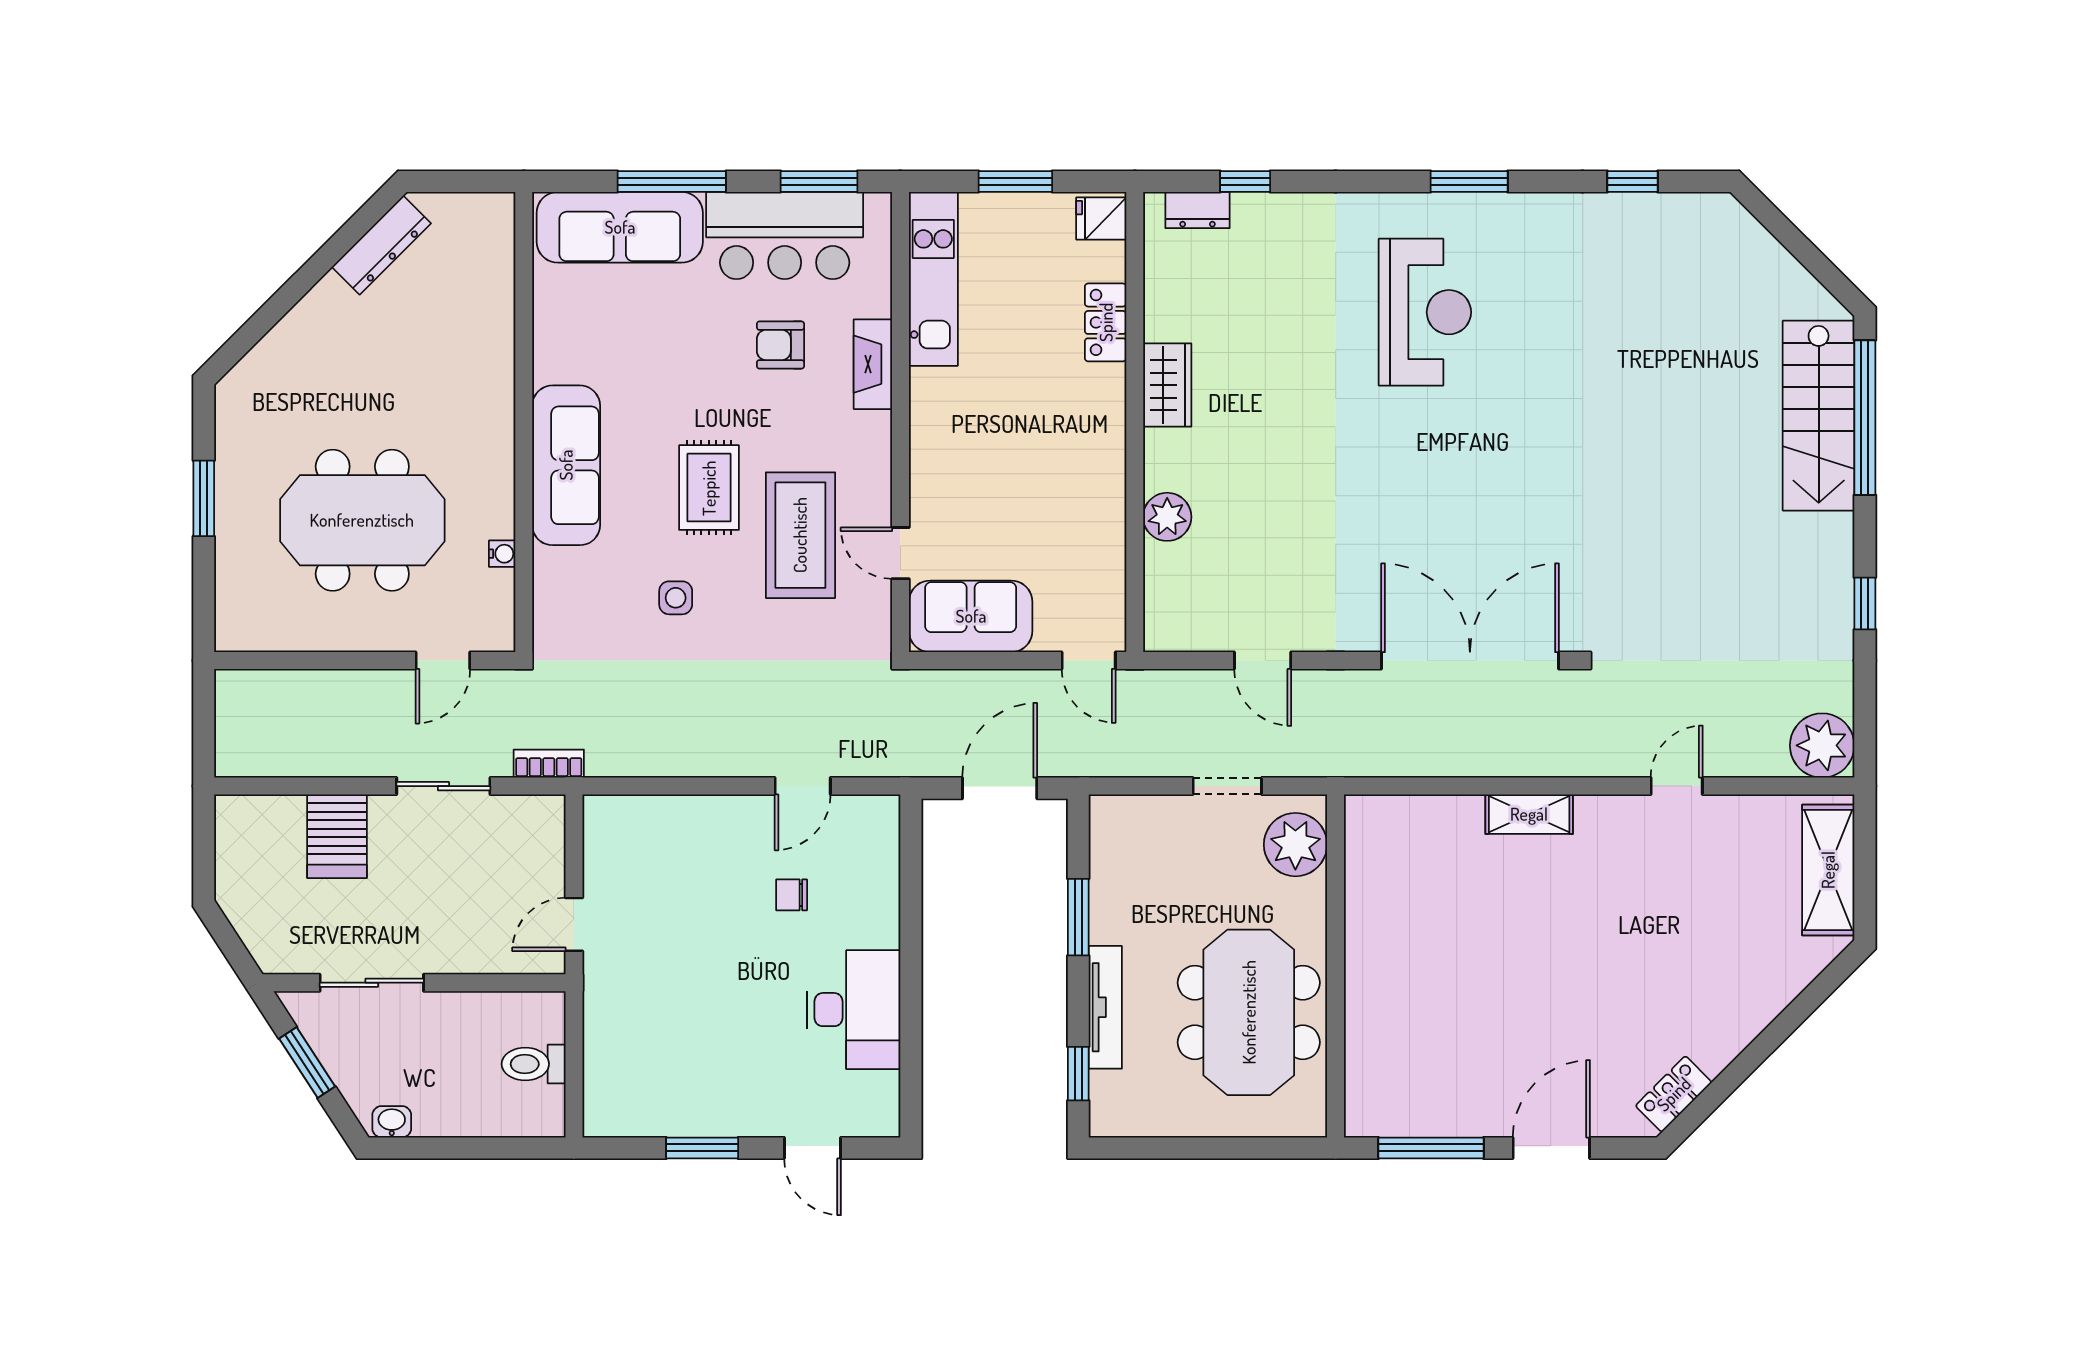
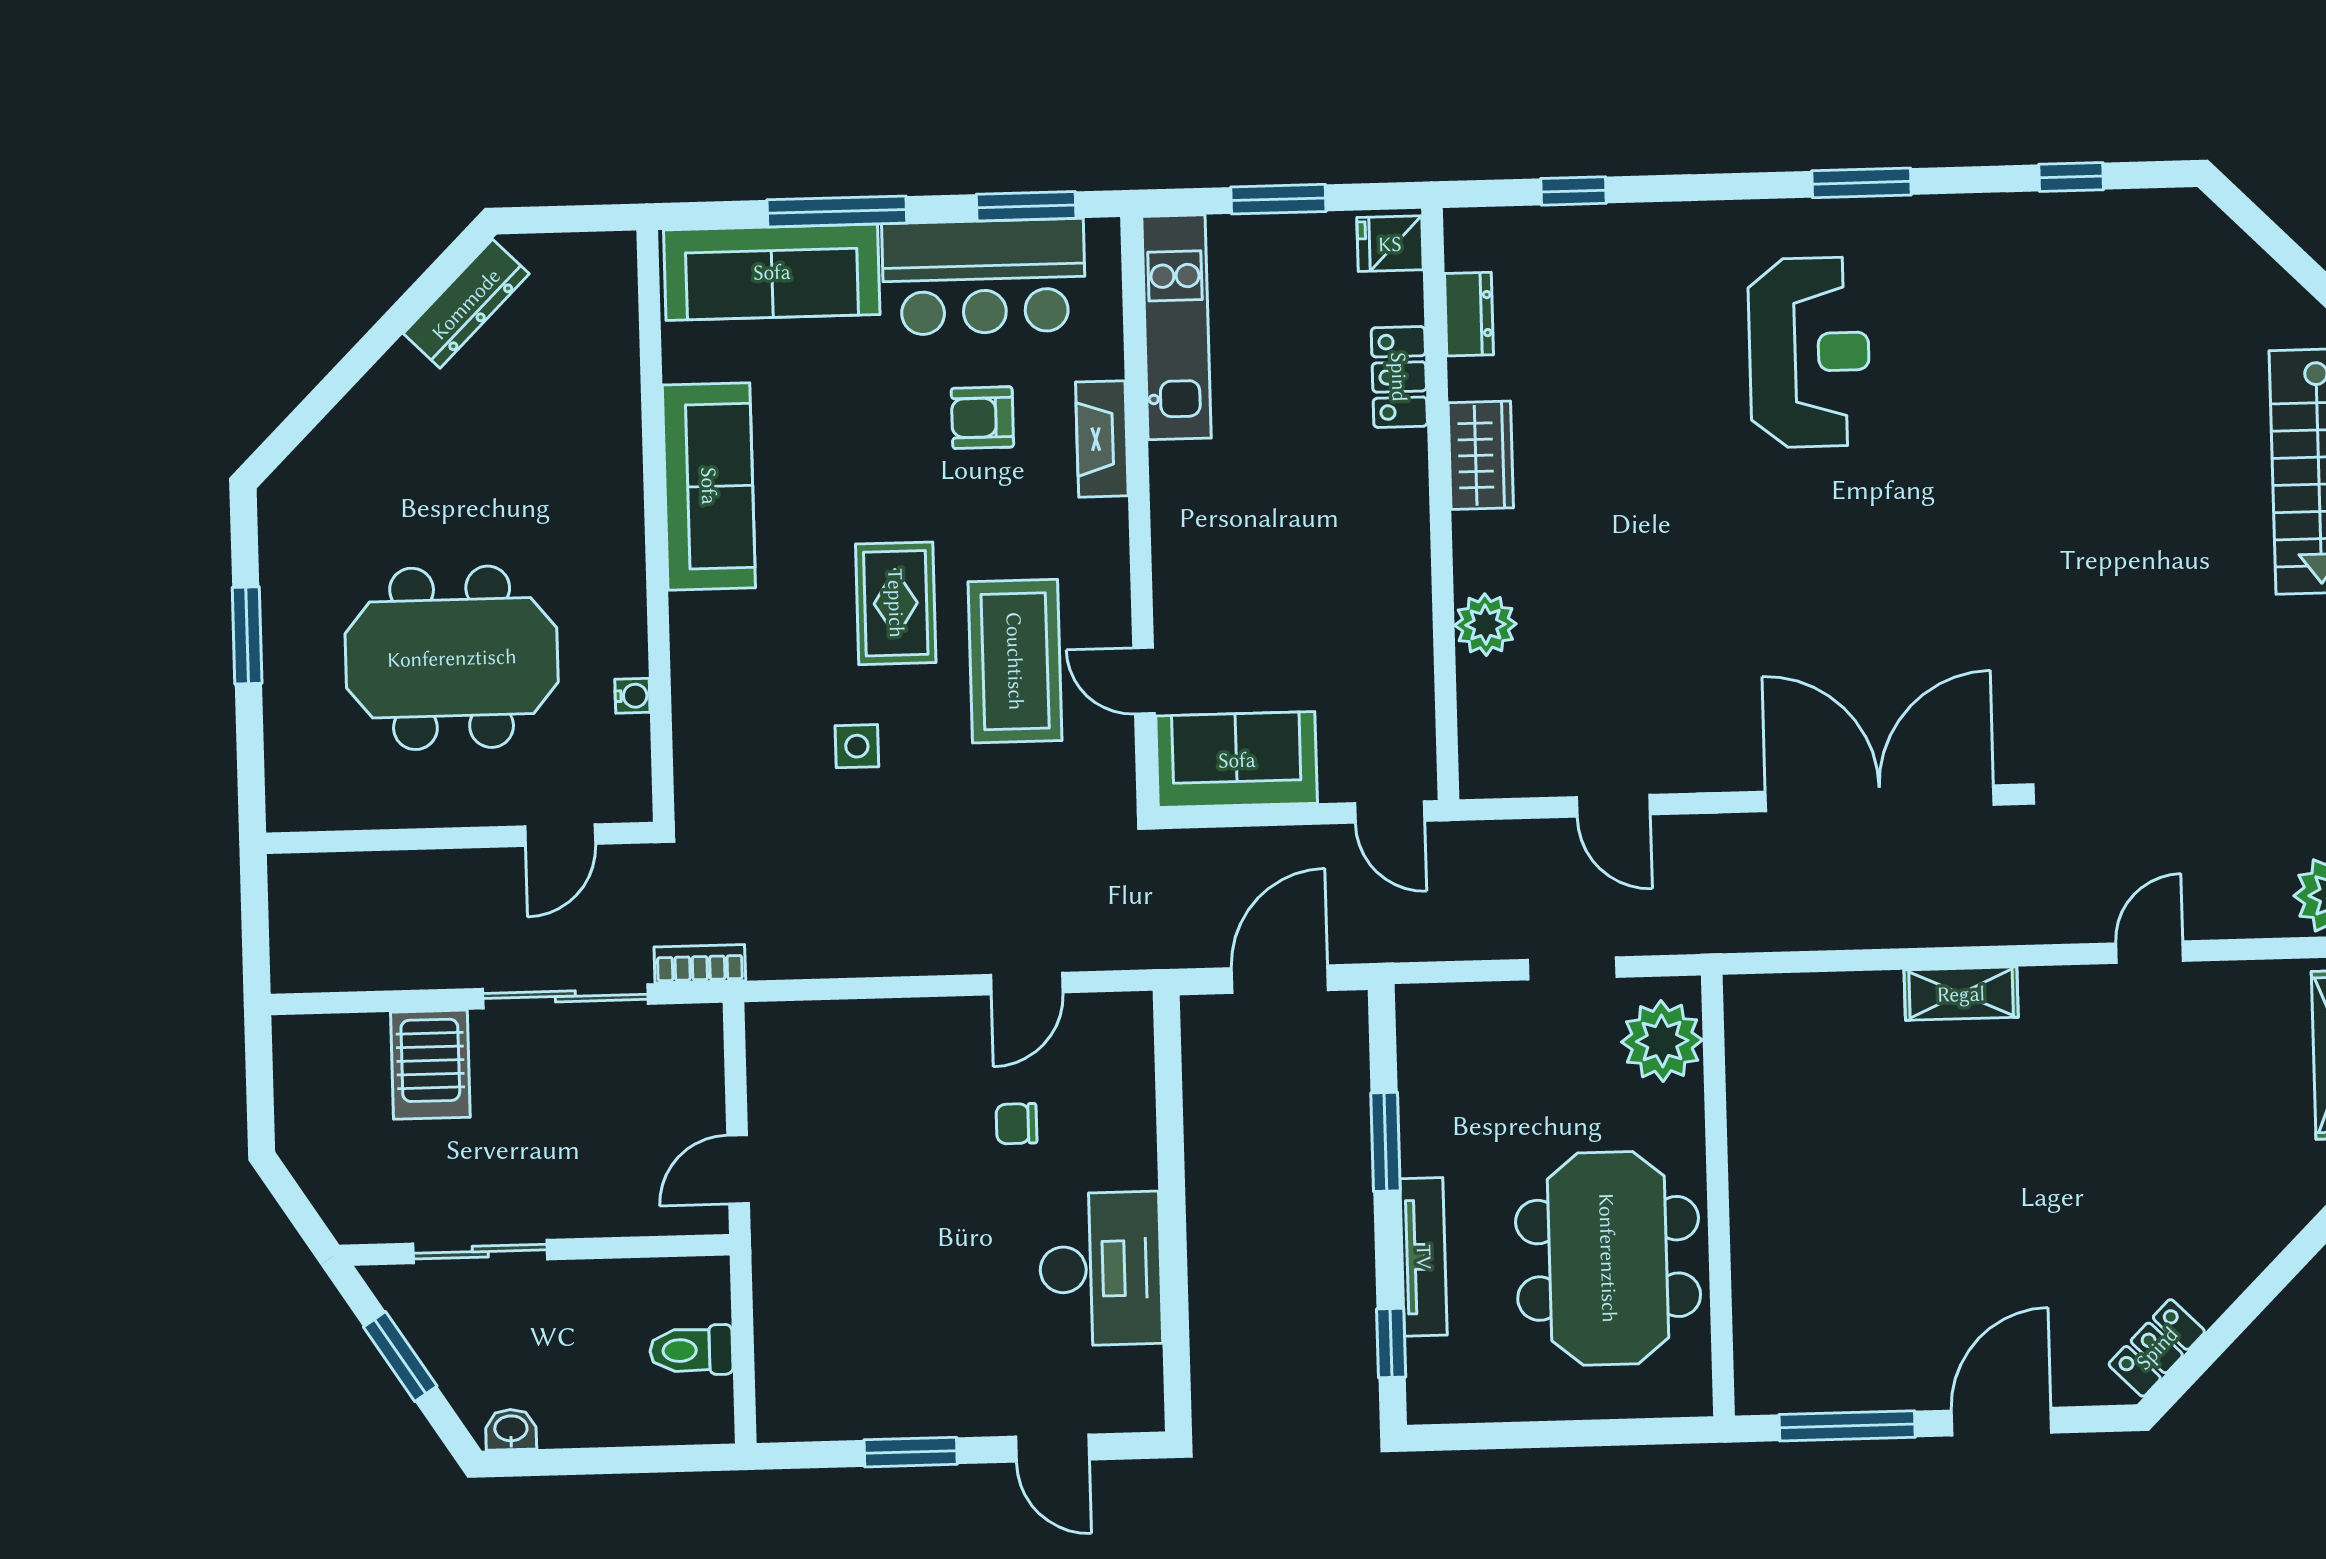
dresser: (1197, 210) -> (1469, 314), moved, turned -90
sofa: (566, 465) -> (709, 486), moved
sliding door: (443, 786) -> (565, 996), width x1.37

